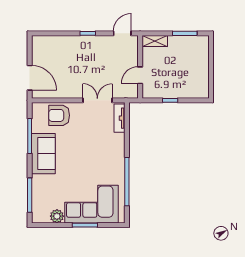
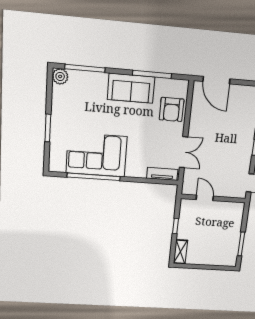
shelving: (155, 41) -> (180, 252), moved
door: (30, 78) -> (216, 80), hinge flipped
armchair: (59, 115) -> (172, 109), turned 180
corner sofa: (92, 204) -> (97, 155), moved, turned -90
plant: (57, 216) -> (60, 76), moved

